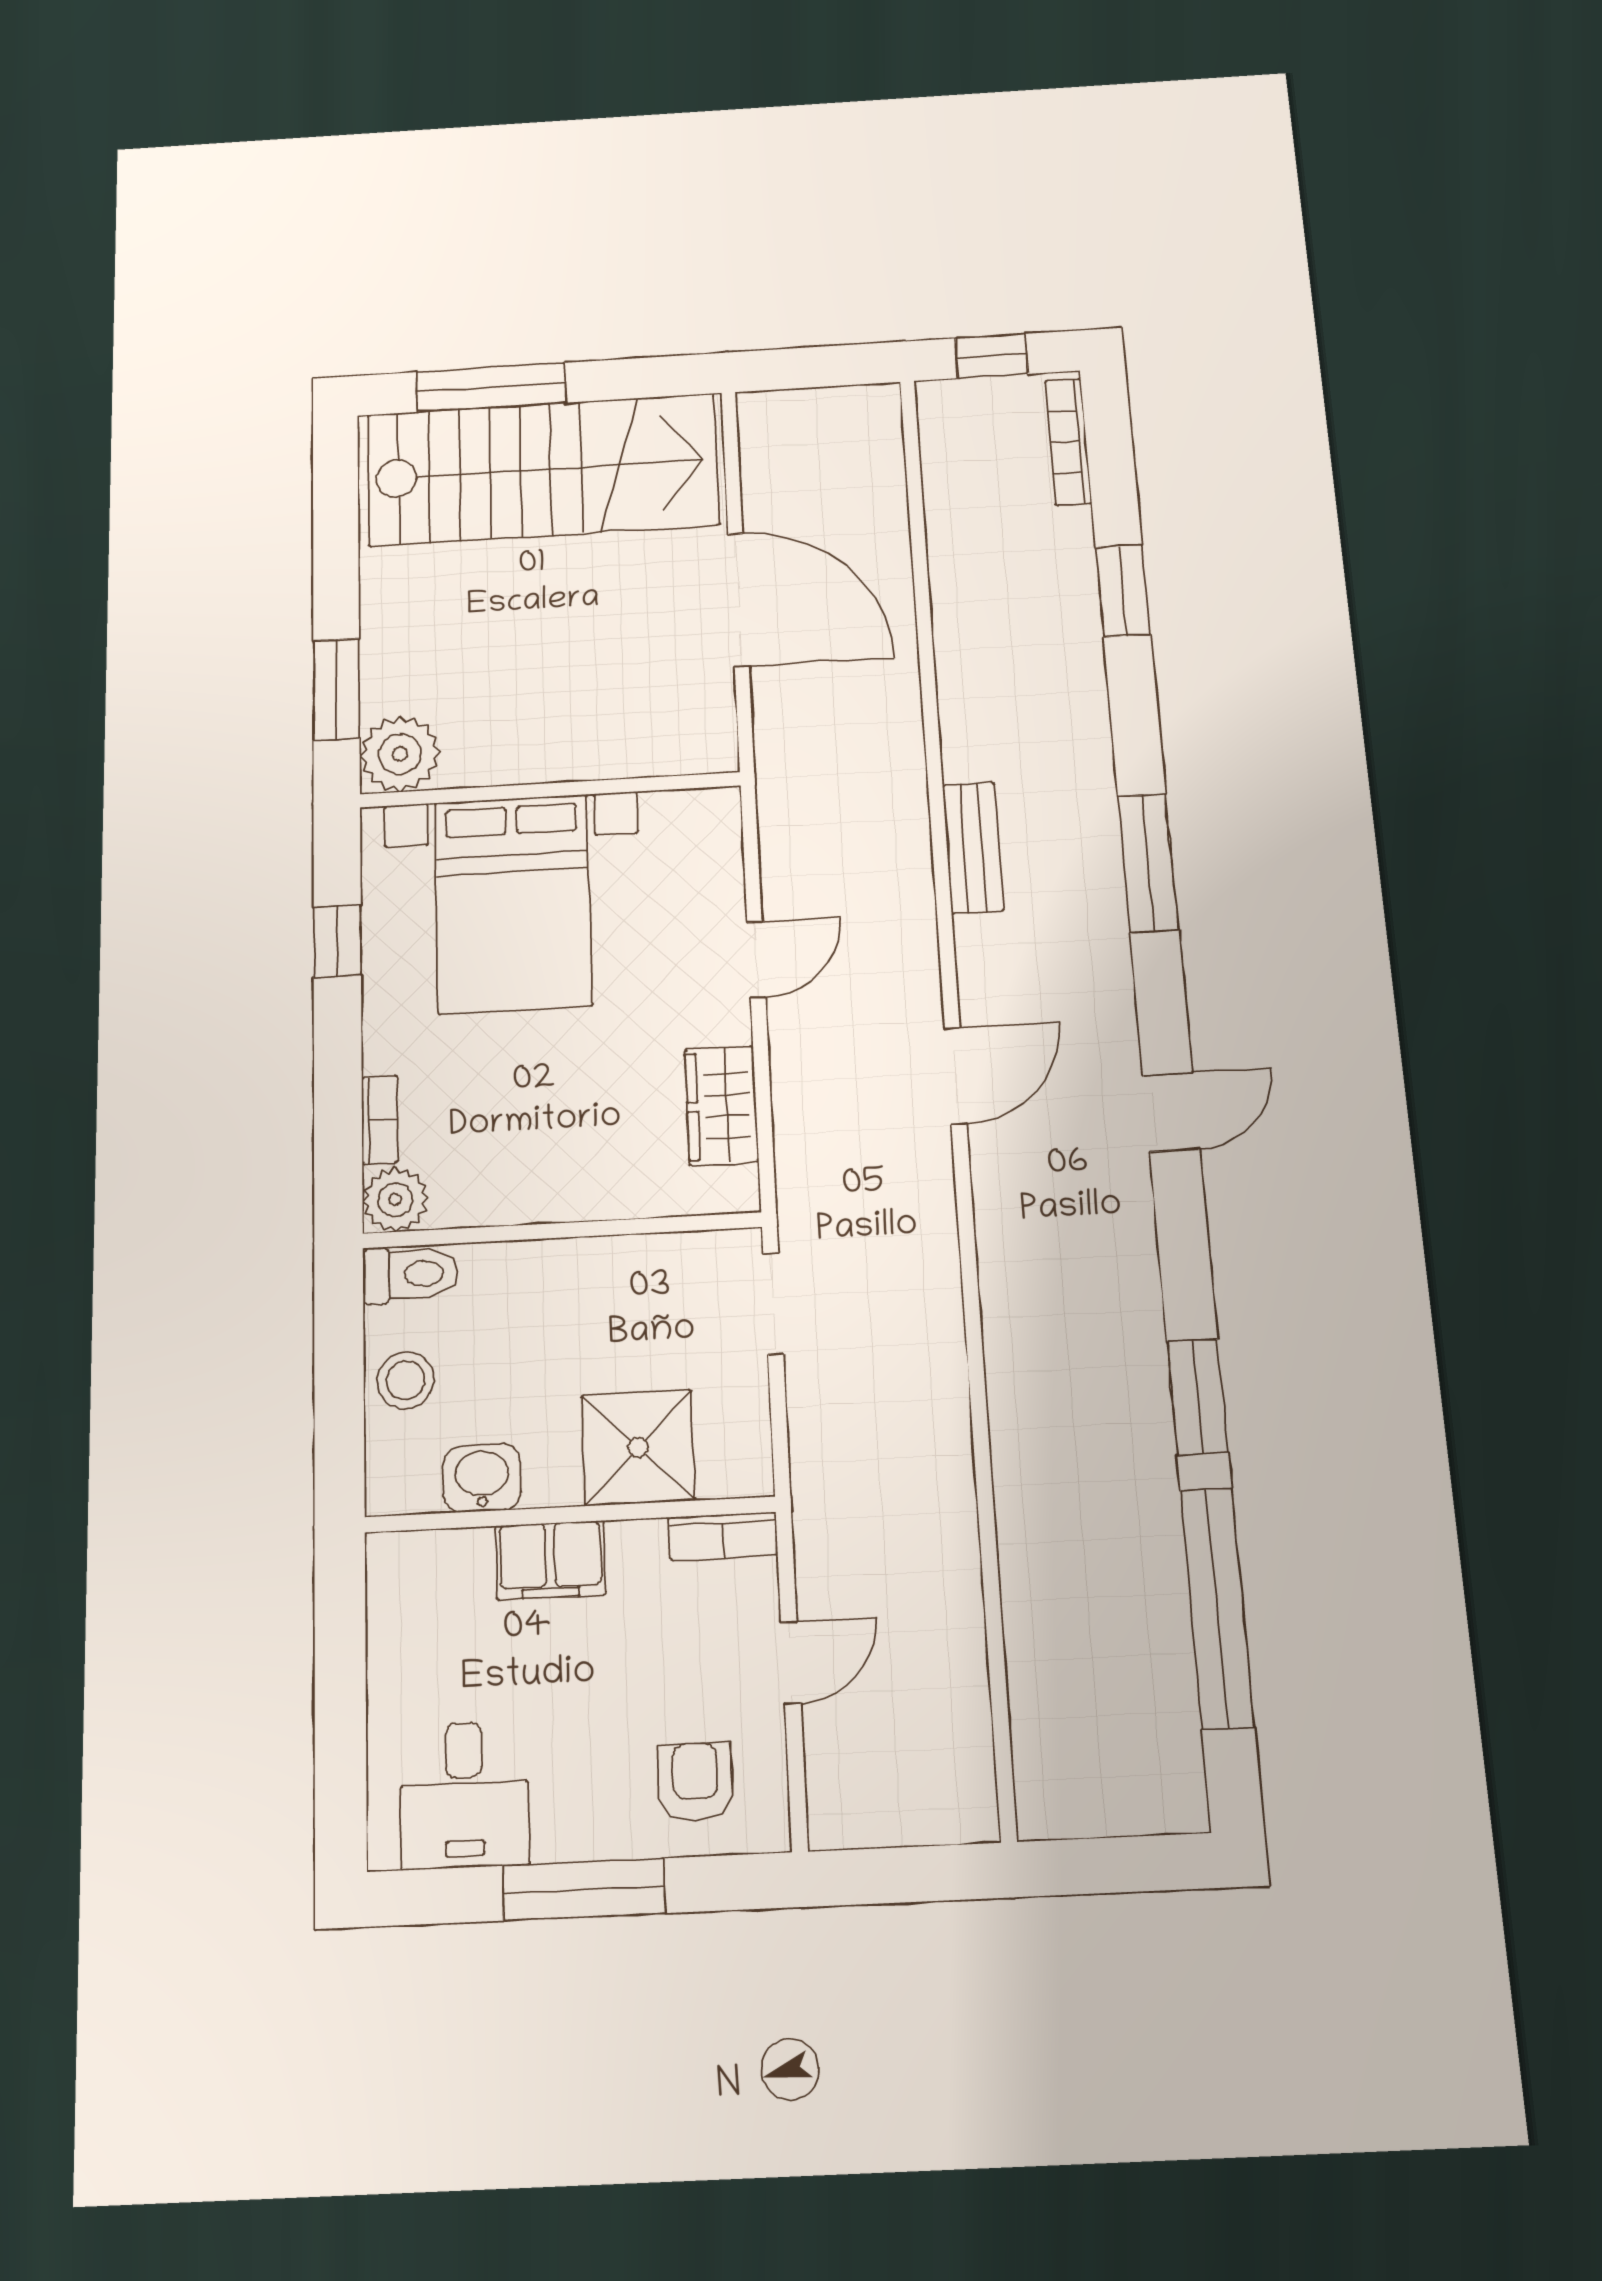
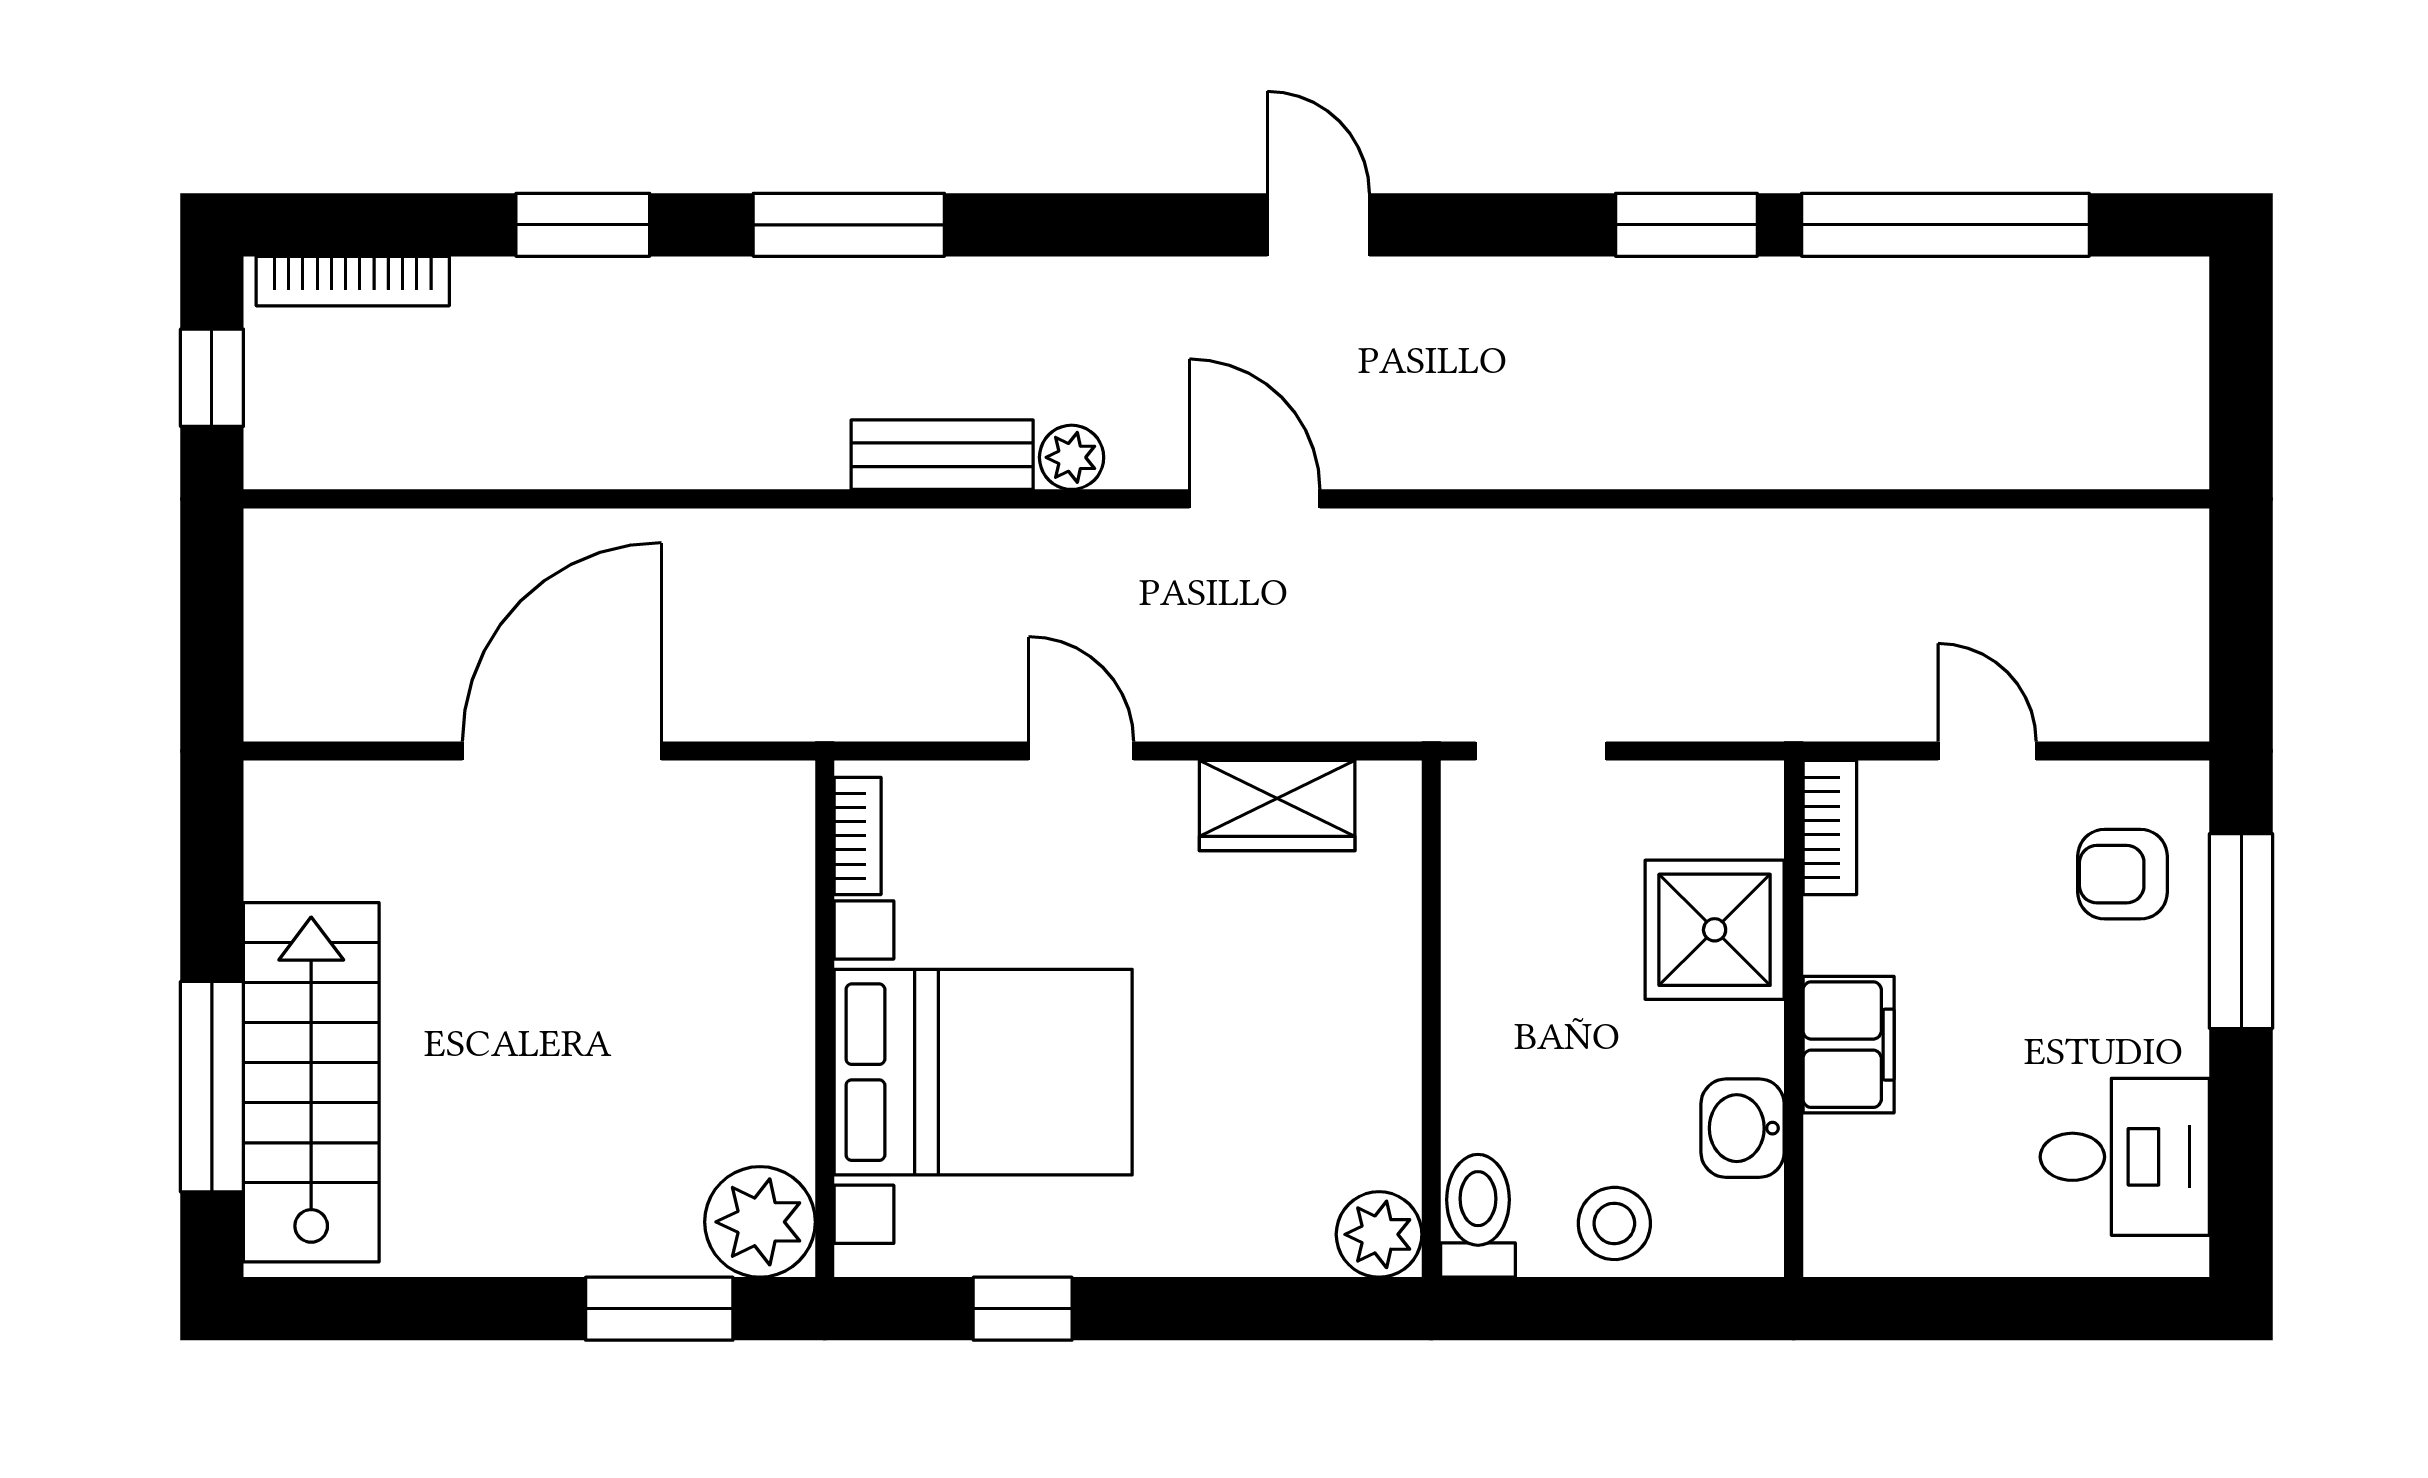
stairs: (542, 470) -> (311, 1082), width x0.73, depth x0.66
window: (1148, 863) -> (849, 225), moved
plant: (978, 940) -> (1072, 457), added
bookcase: (380, 1120) -> (858, 836), moved, turned 90
window: (584, 1889) -> (2241, 931), moved

